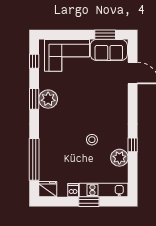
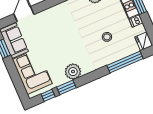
window: (34, 99) -> (66, 87), moved
stool: (92, 140) -> (107, 37), moved

